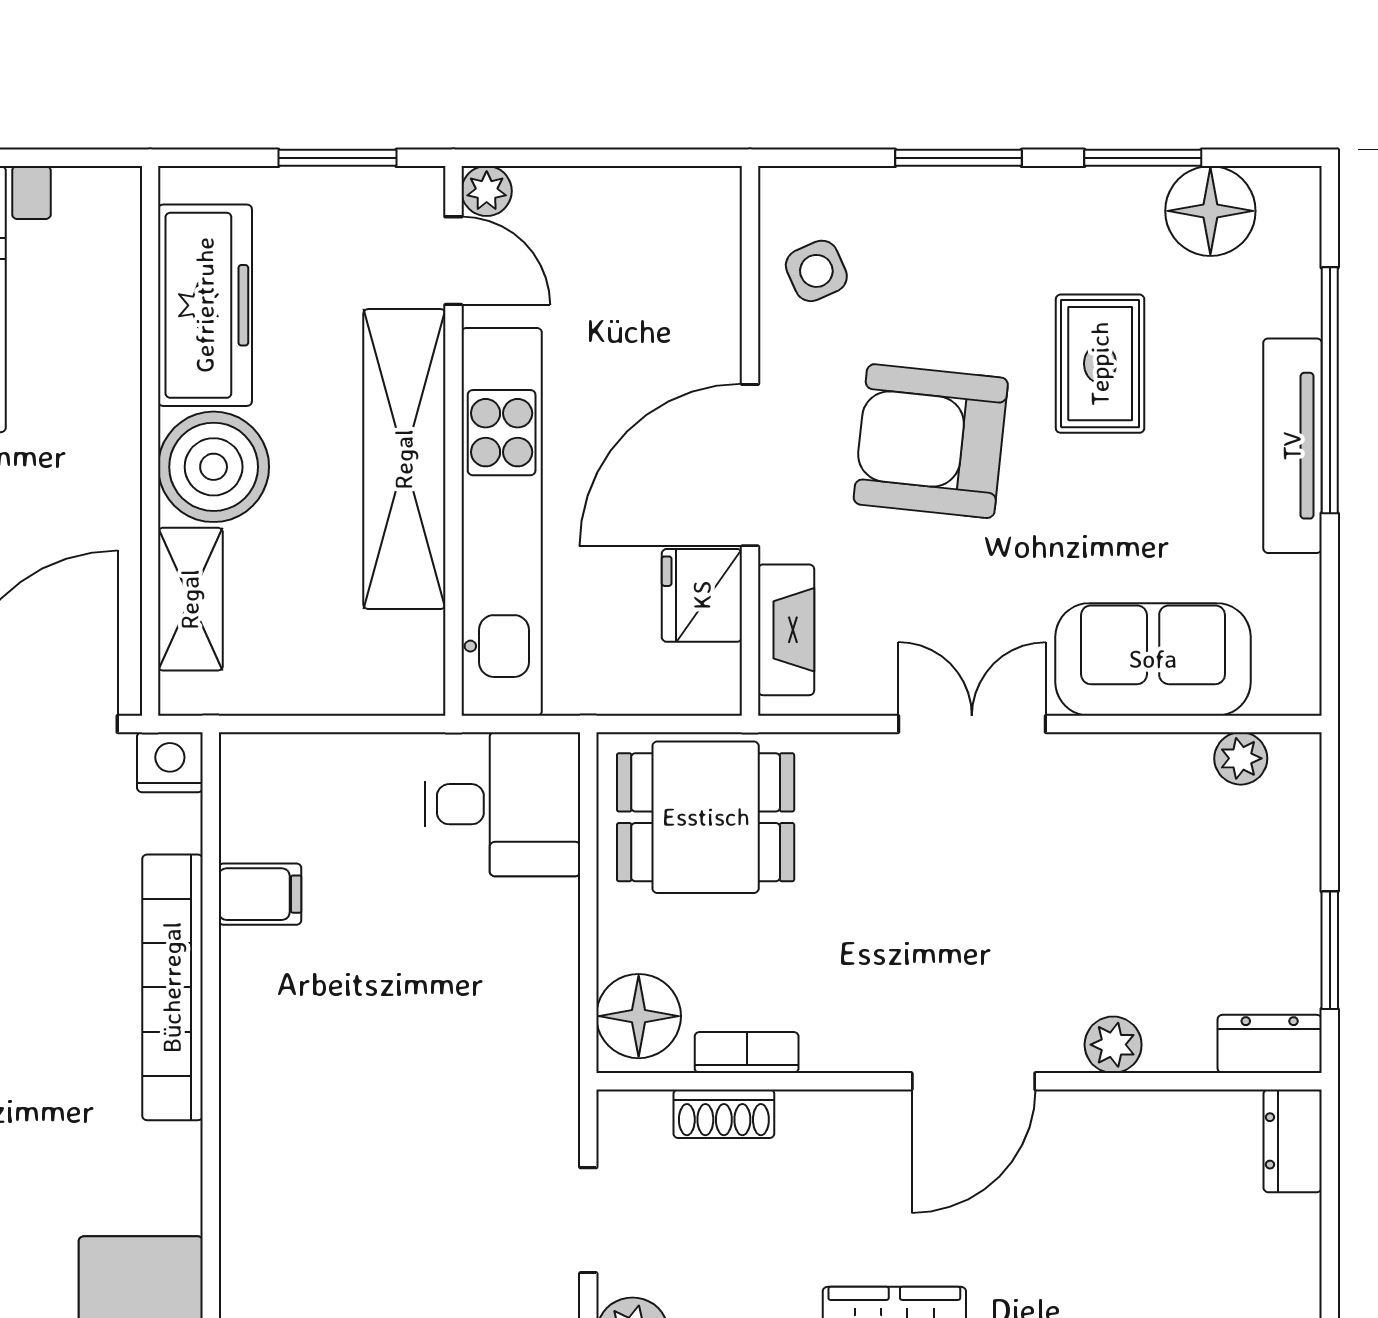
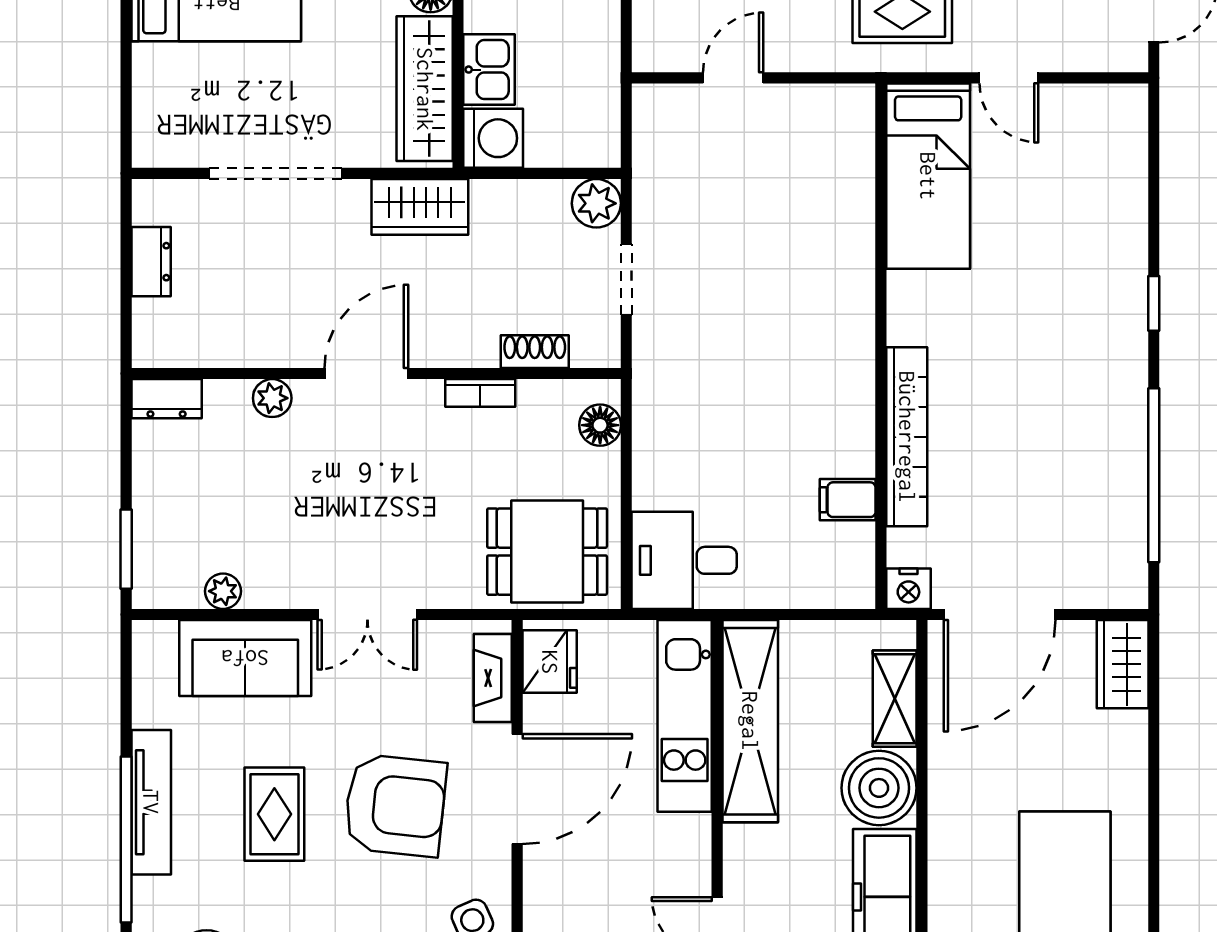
rug: (1100, 364) -> (274, 814), moved
shelving: (404, 459) -> (750, 721), moved
kitchen unit: (502, 522) -> (685, 716), width x0.73
fridge: (702, 595) -> (550, 662), moved
plant: (1241, 758) -> (223, 591), moved
window: (1330, 950) -> (126, 549), moved
floor lamp: (639, 1016) -> (600, 425), width x0.73, depth x0.73
bookcase: (747, 1052) -> (480, 393), moved
dresser: (1293, 1141) -> (151, 262), moved

